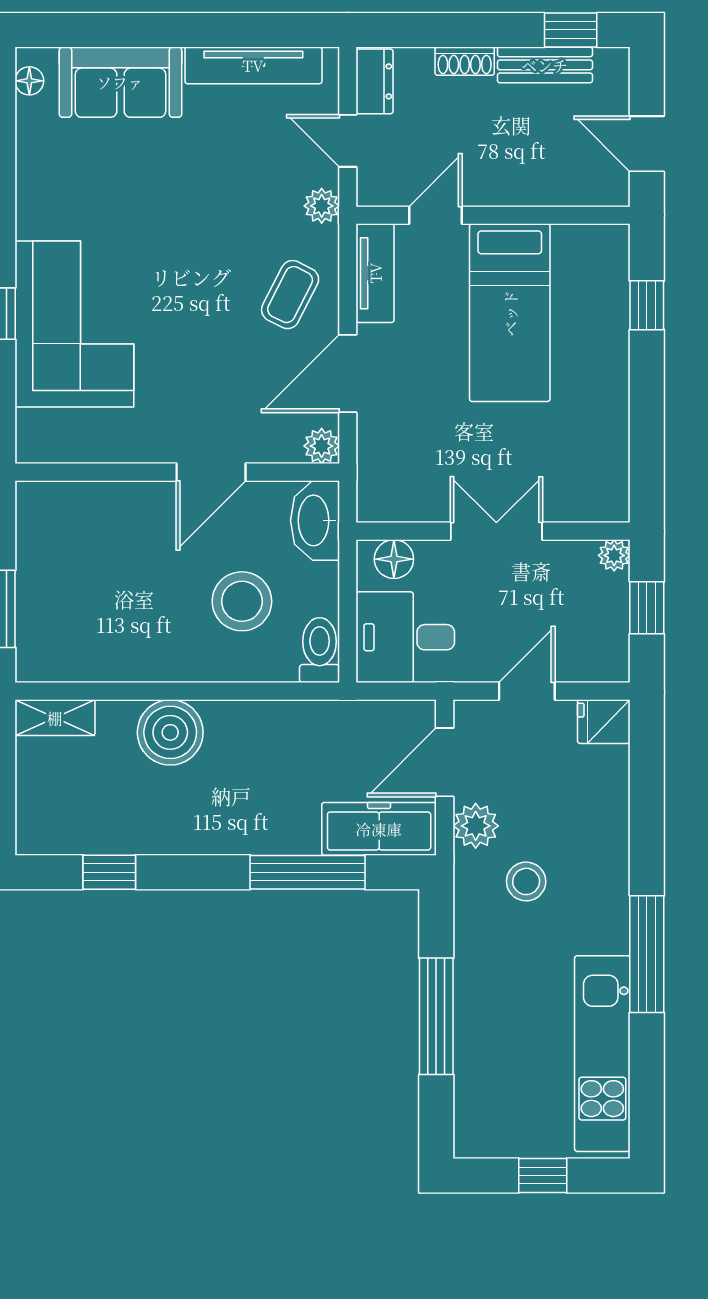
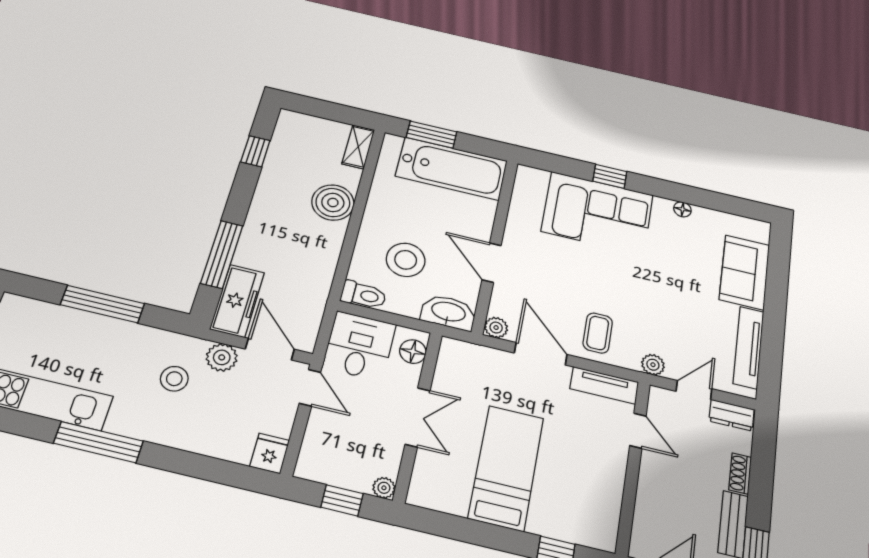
floor lamp: (29, 81) -> (682, 209), moved
coffee table: (290, 295) -> (598, 333), turned 63
bed: (510, 313) -> (506, 468), moved, turned 90
bathtub: (55, 565) -> (452, 168), added
door: (527, 691) -> (310, 388), moved

